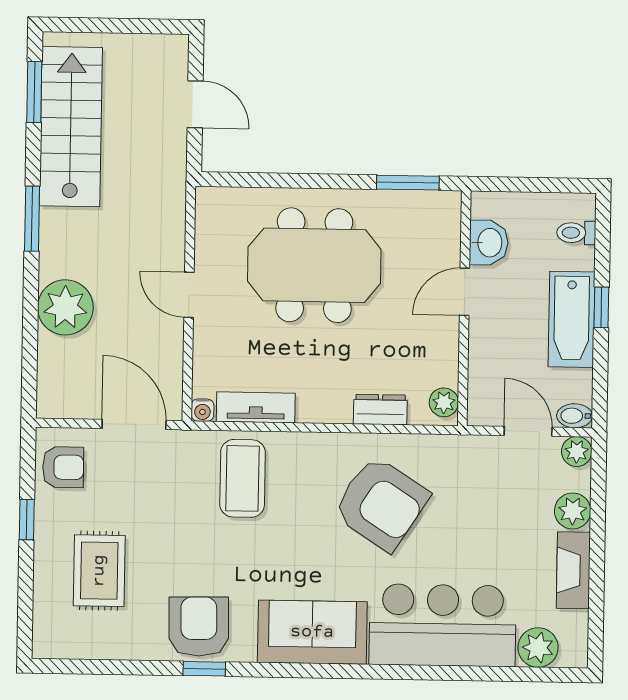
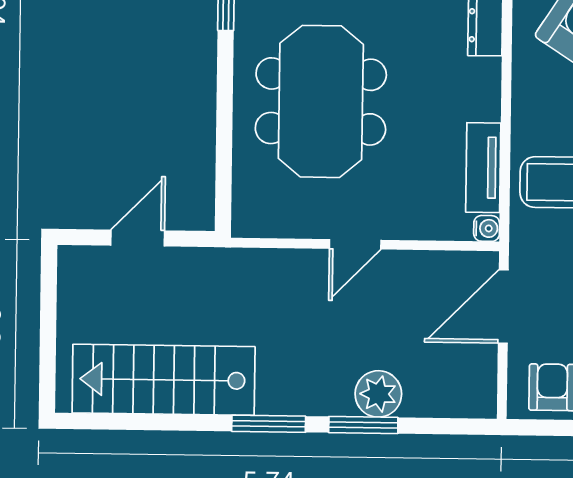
window: (34, 92) -> (363, 425), moved
plant: (65, 307) -> (378, 394), width x0.73, depth x0.73

